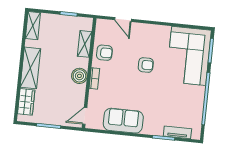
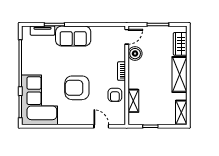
armchair: (104, 53) -> (115, 95), turned -90
armchair: (146, 65) -> (77, 88), width x1.88, depth x1.88
boiler: (79, 76) -> (135, 54), moved
sofa: (123, 121) -> (73, 36), moved

